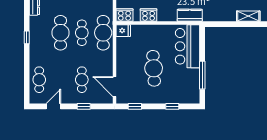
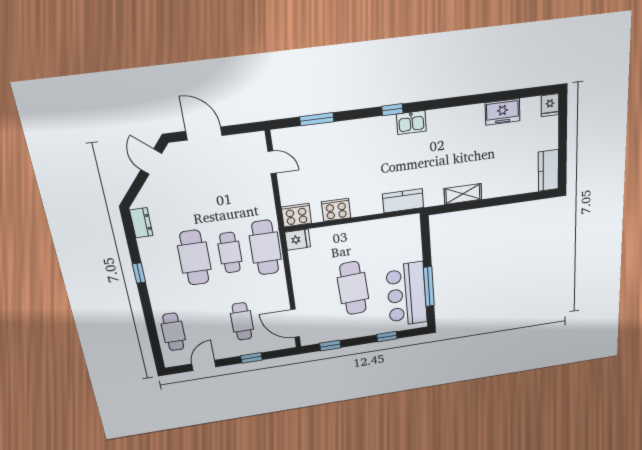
shelving: (248, 16) -> (463, 194), moved
bar counter: (188, 46) -> (407, 294), moved

